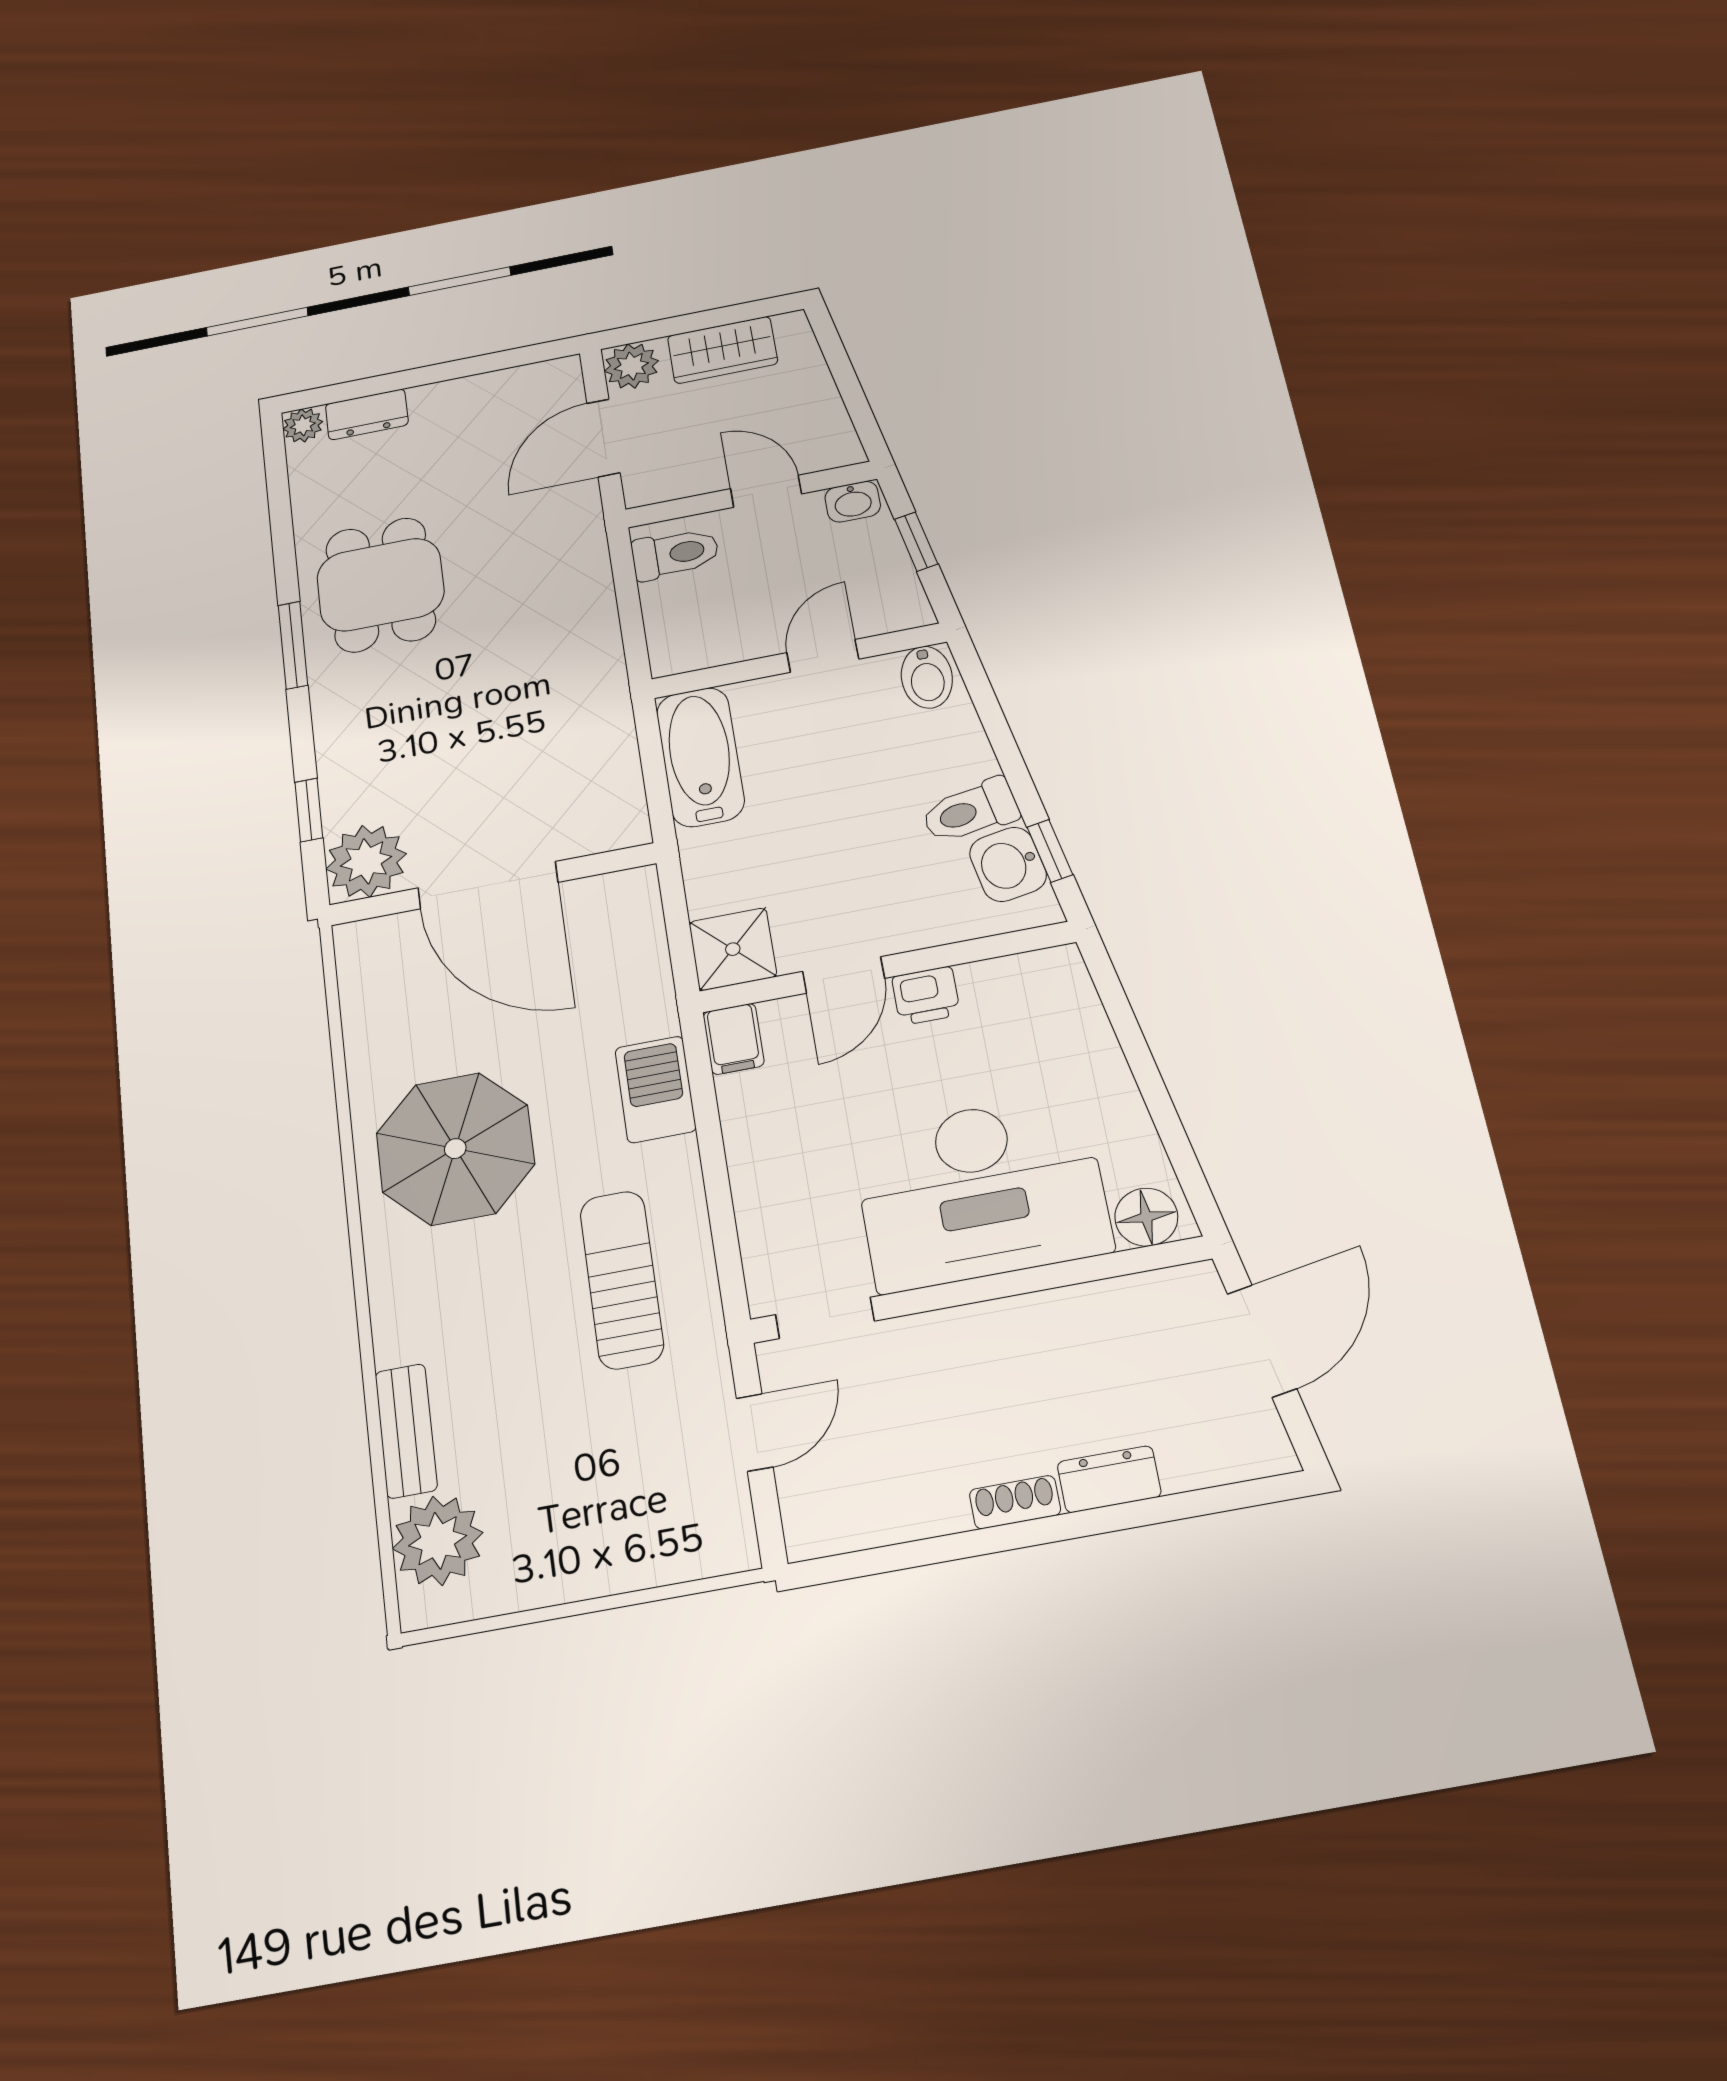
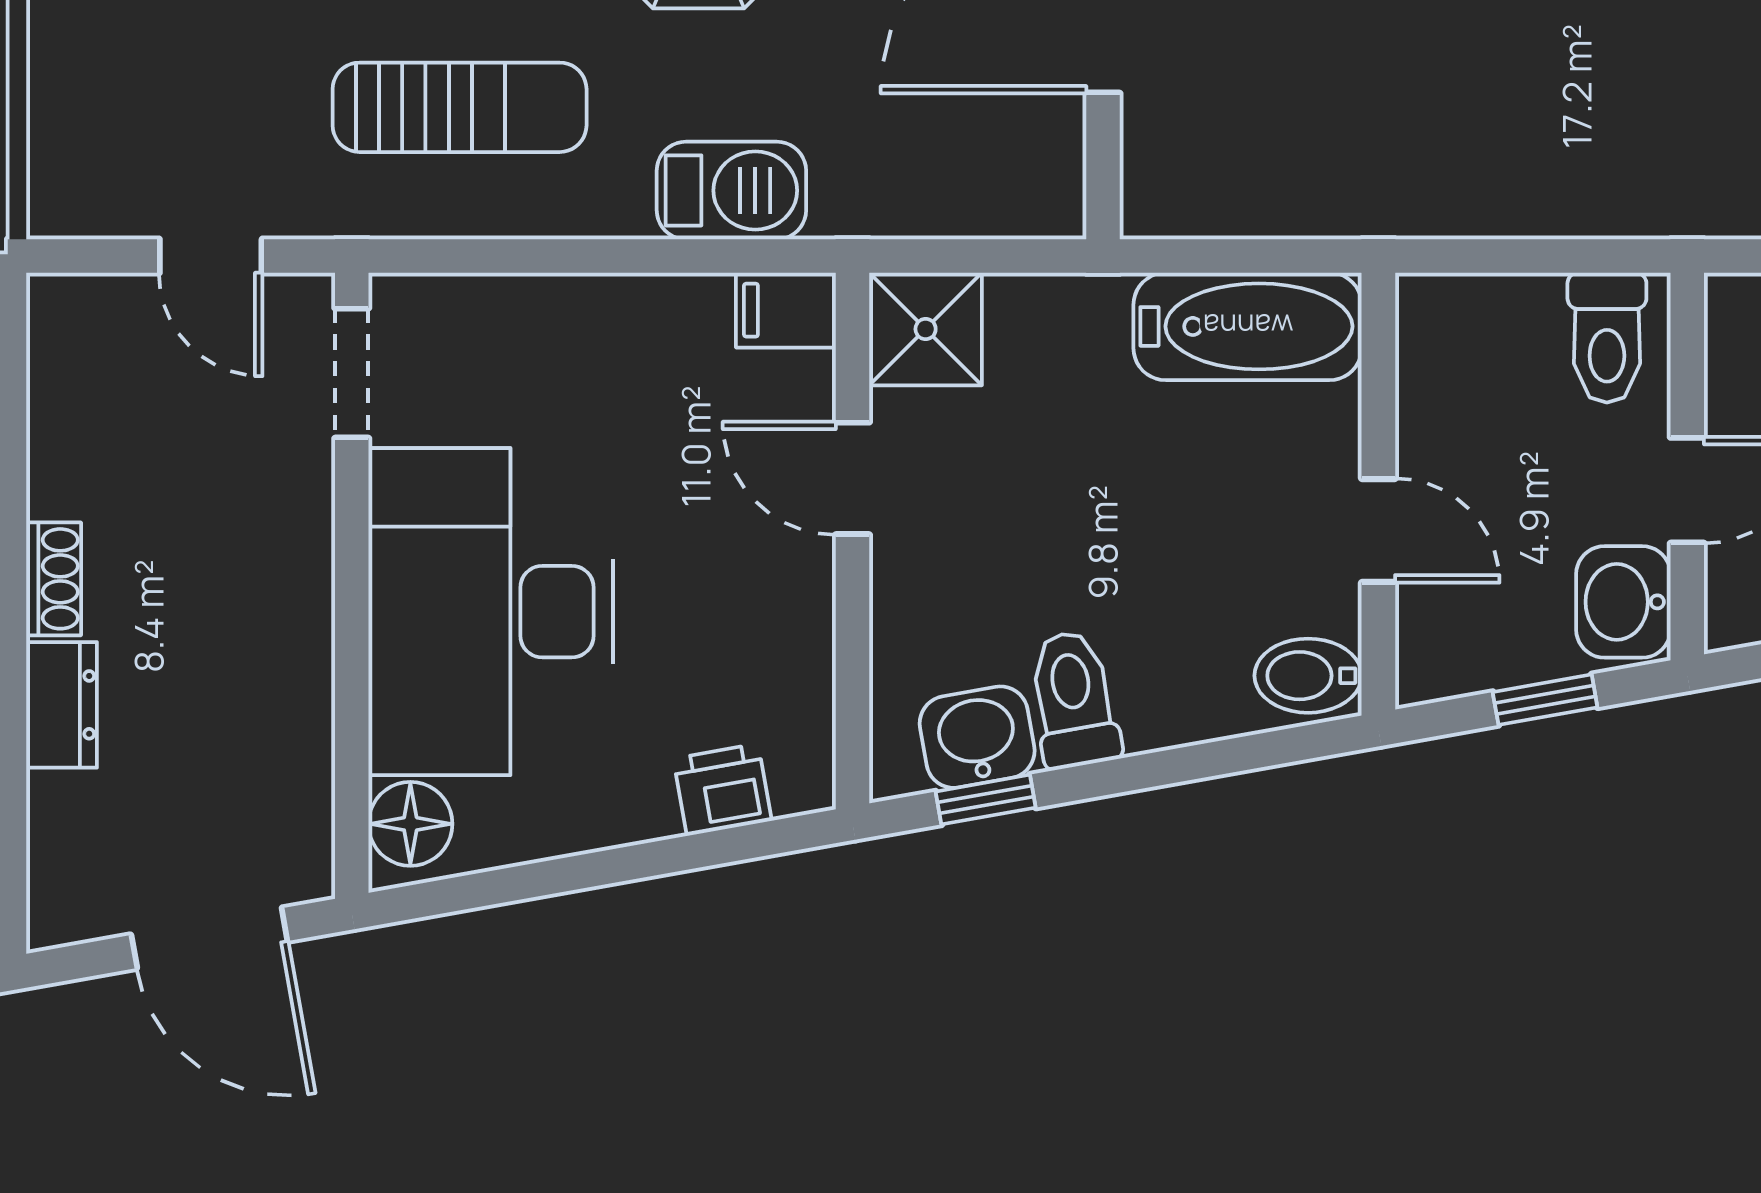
washbasin: (853, 502) -> (1623, 602), width x1.38, depth x1.45
printer: (926, 996) -> (722, 790), moved, turned 80

